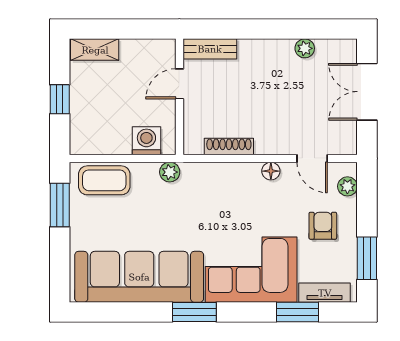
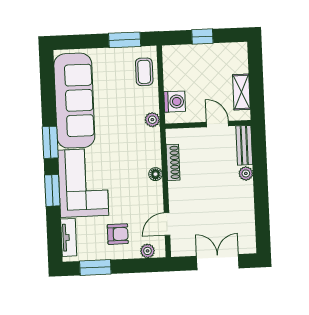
plant: (305, 48) -> (246, 173), moved
shelving: (95, 50) -> (241, 92), moved
floor lamp: (271, 171) -> (155, 174), moved
coffee table: (104, 180) -> (144, 72), width x0.73, depth x0.77
window: (298, 312) -> (52, 190), moved

